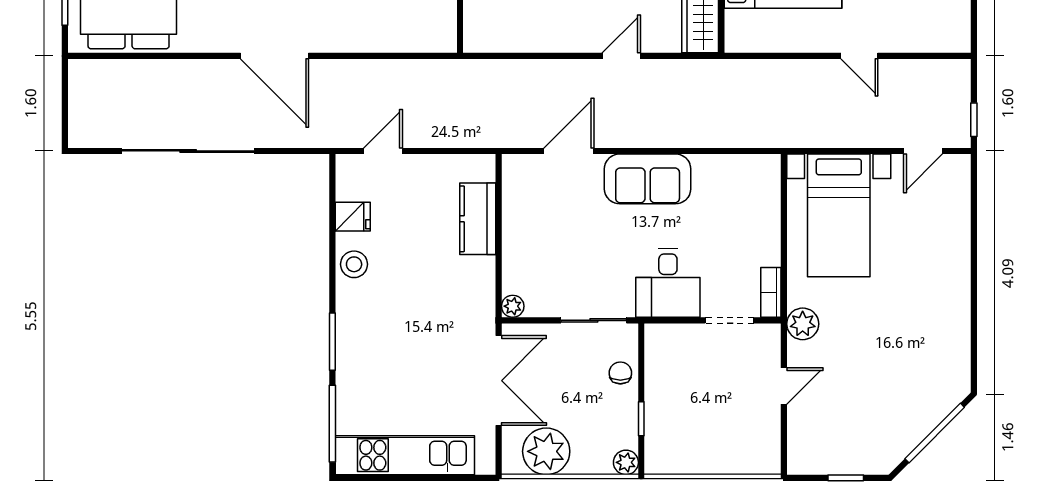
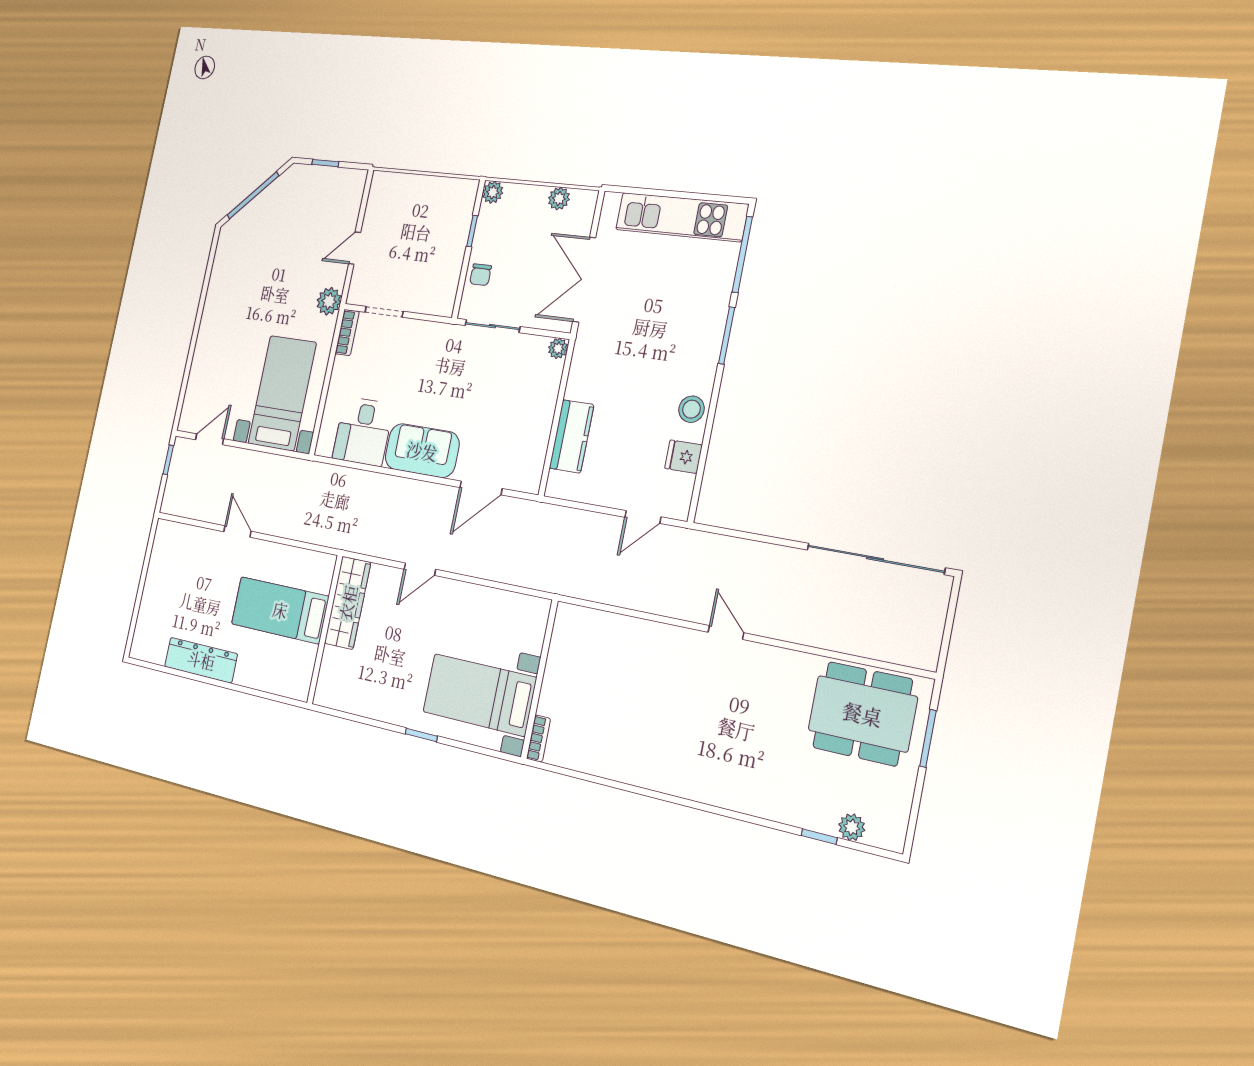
door: (274, 56) -> (726, 633), width x0.53
sliding door: (188, 151) -> (875, 559), moved
desk: (668, 283) -> (363, 431), moved, turned 180
plant: (546, 451) -> (559, 199), width x0.53, depth x0.53

